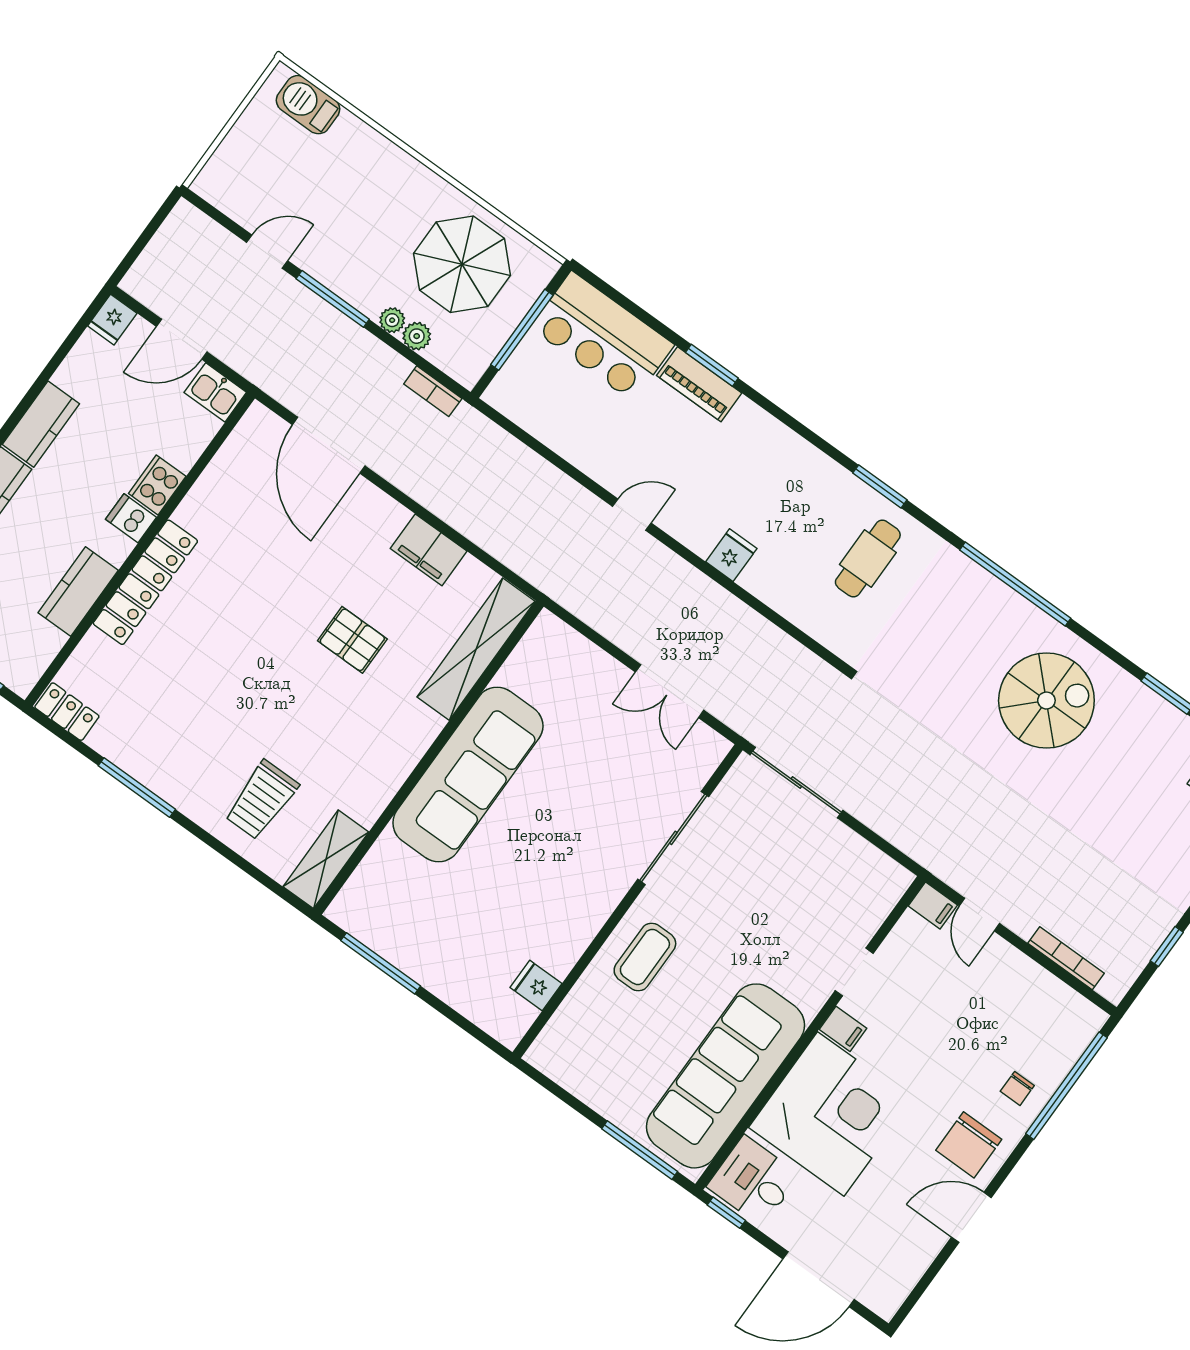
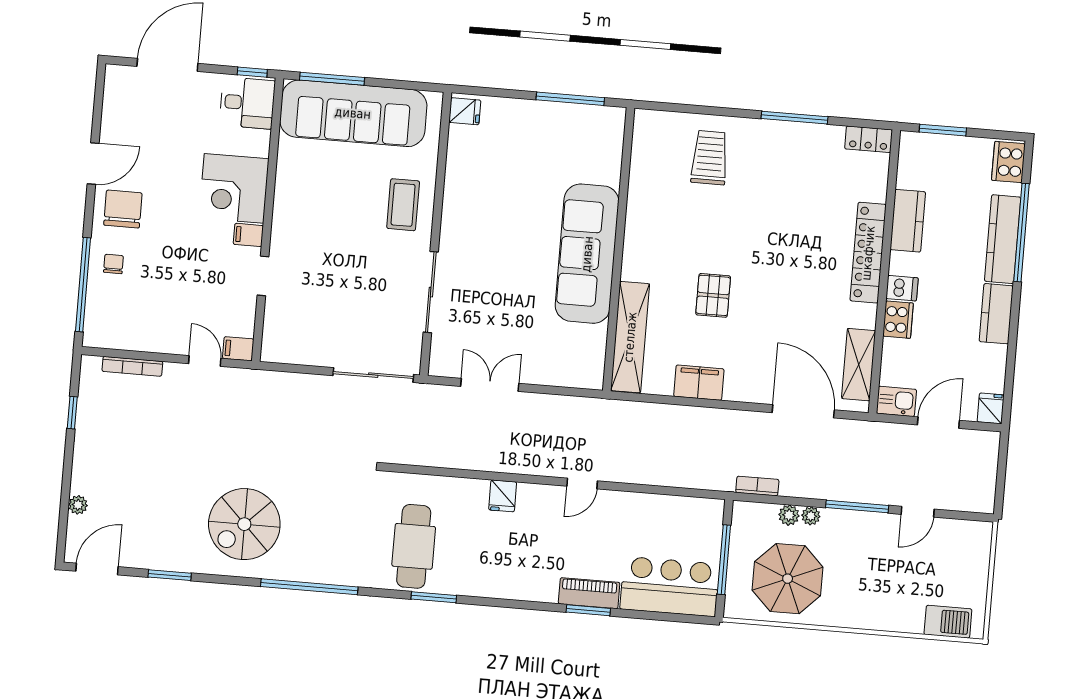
cafe table: (868, 559) -> (414, 546), width x1.37, depth x1.35
pallet: (352, 640) -> (713, 295), turned 90
shelving: (326, 859) -> (859, 365), moved
fridge: (536, 985) -> (465, 111), moved
sofa: (726, 1076) -> (353, 113), moved, turned 90
corner desk: (831, 1114) -> (234, 188), width x0.74, depth x0.74

